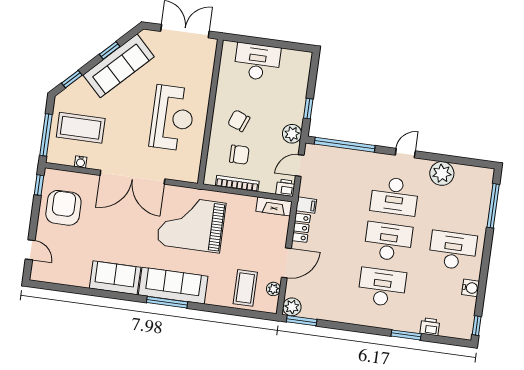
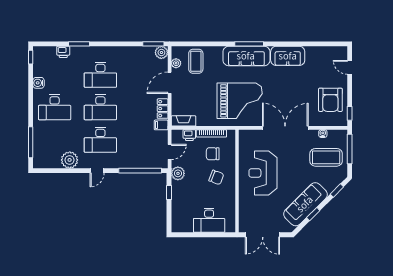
printer: (285, 188) -> (189, 135), moved
desk: (395, 196) -> (100, 140), turned 180

